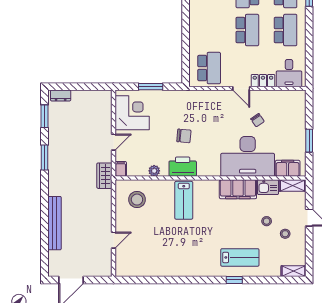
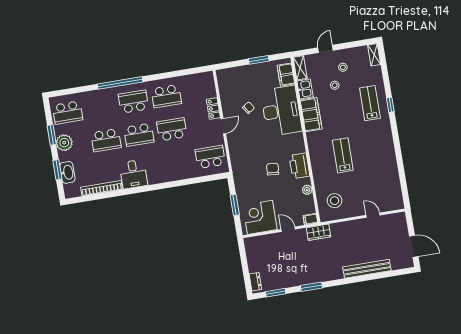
school desk: (286, 30) -> (166, 96), turned 180
desk: (289, 73) -> (203, 87), removed
lab bench: (184, 200) -> (343, 155), moved, turned -90

